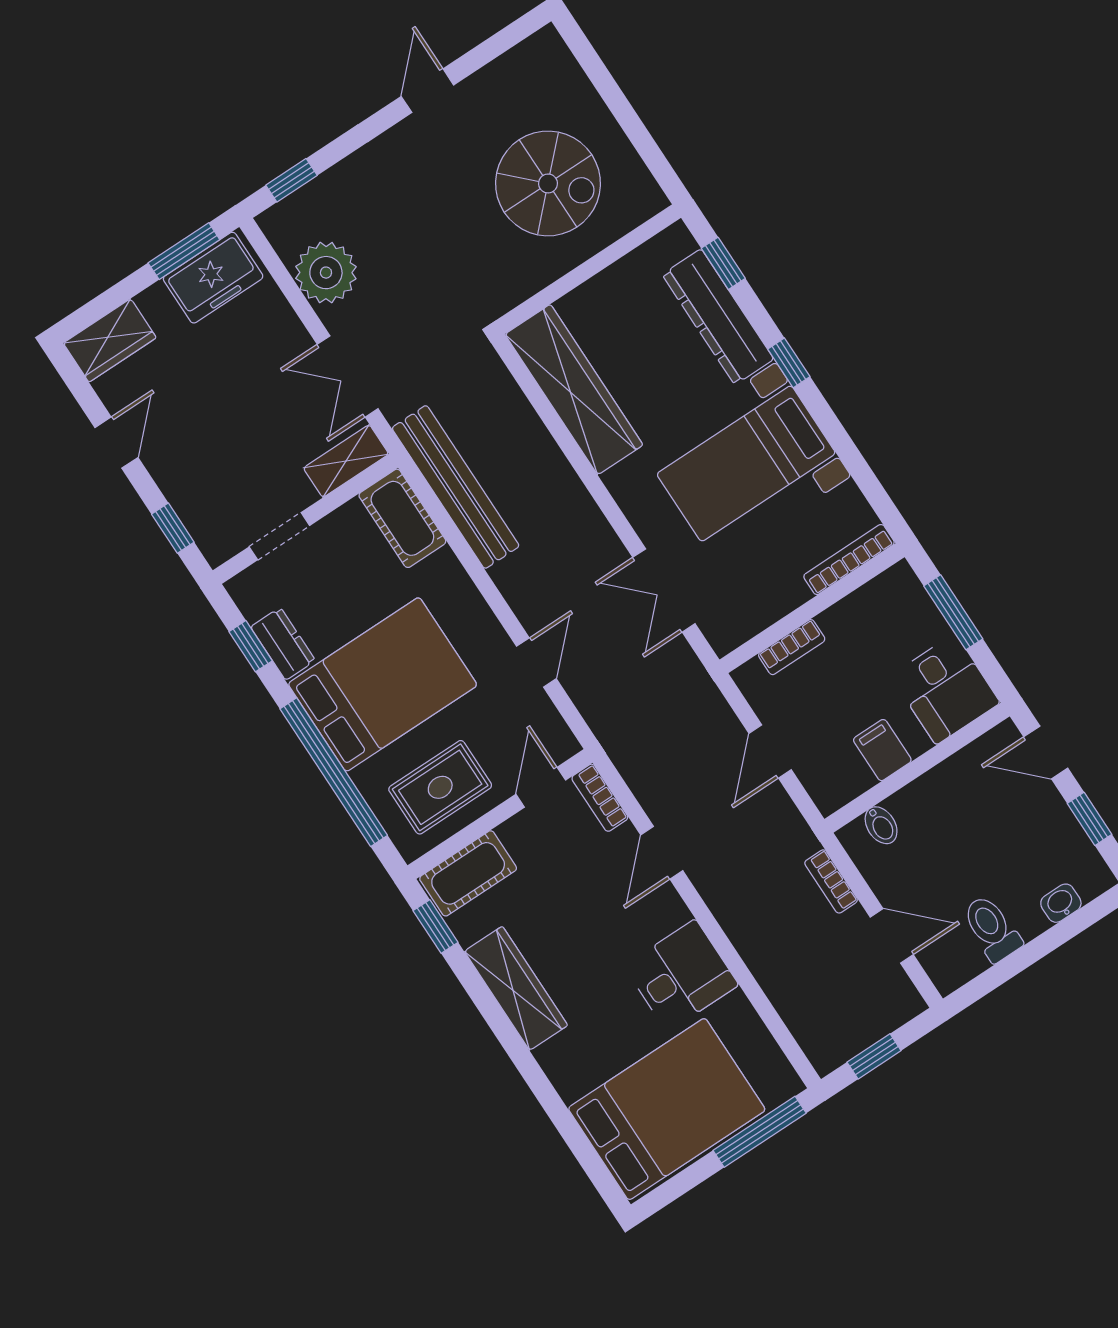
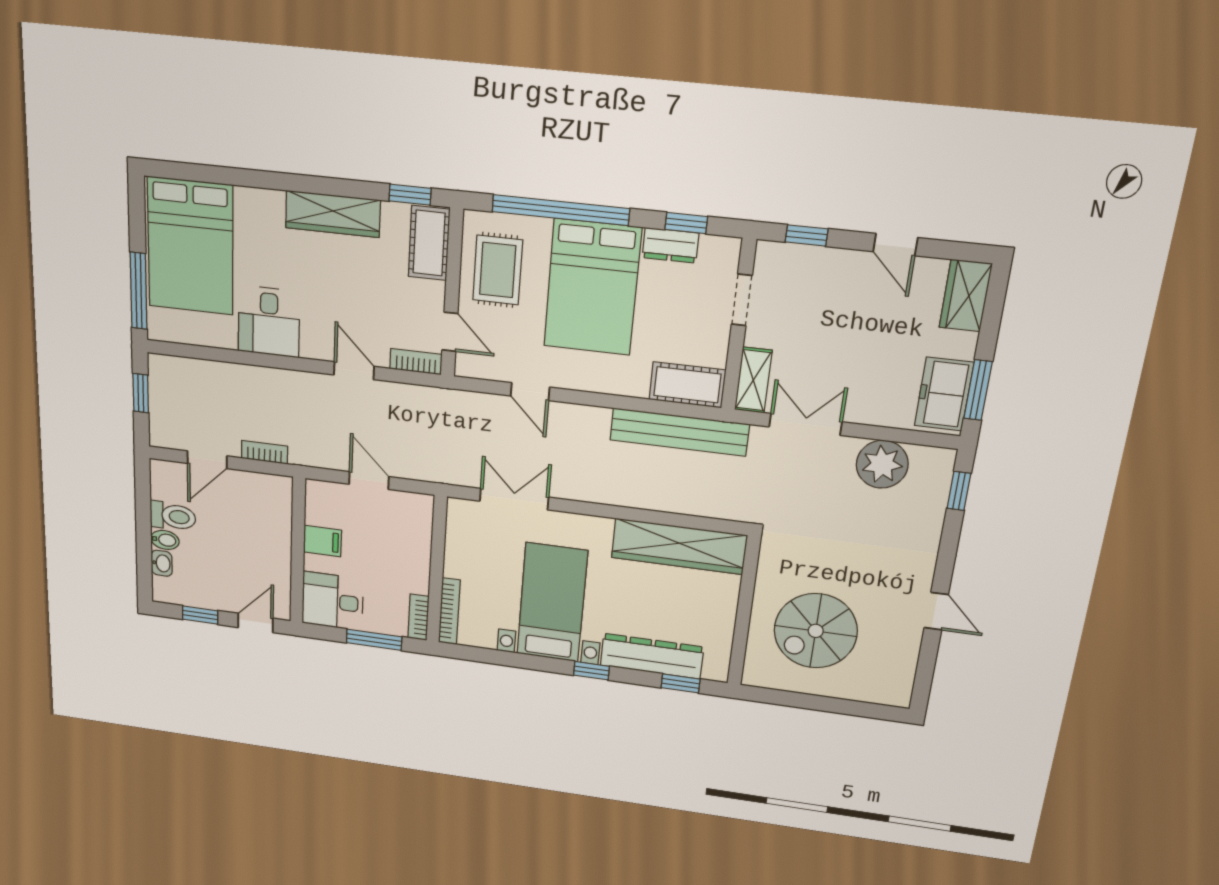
bookcase: (792, 647) -> (418, 617), moved
bidet: (881, 825) -> (165, 540), moved, turned 180

